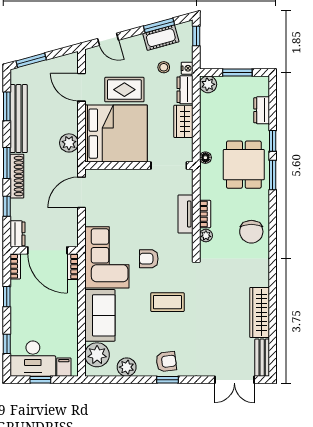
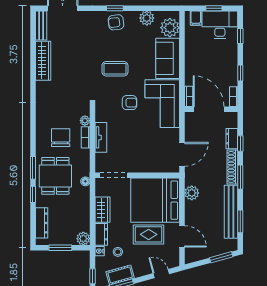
dresser: (262, 110) -> (42, 223), width x1.44
chair: (251, 232) -> (61, 138), moved
dresser: (17, 234) -> (232, 139), moved

